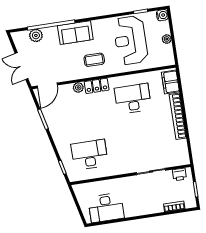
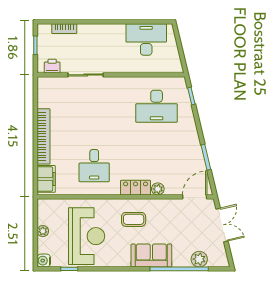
desk: (133, 99) -> (94, 166), width x0.73

